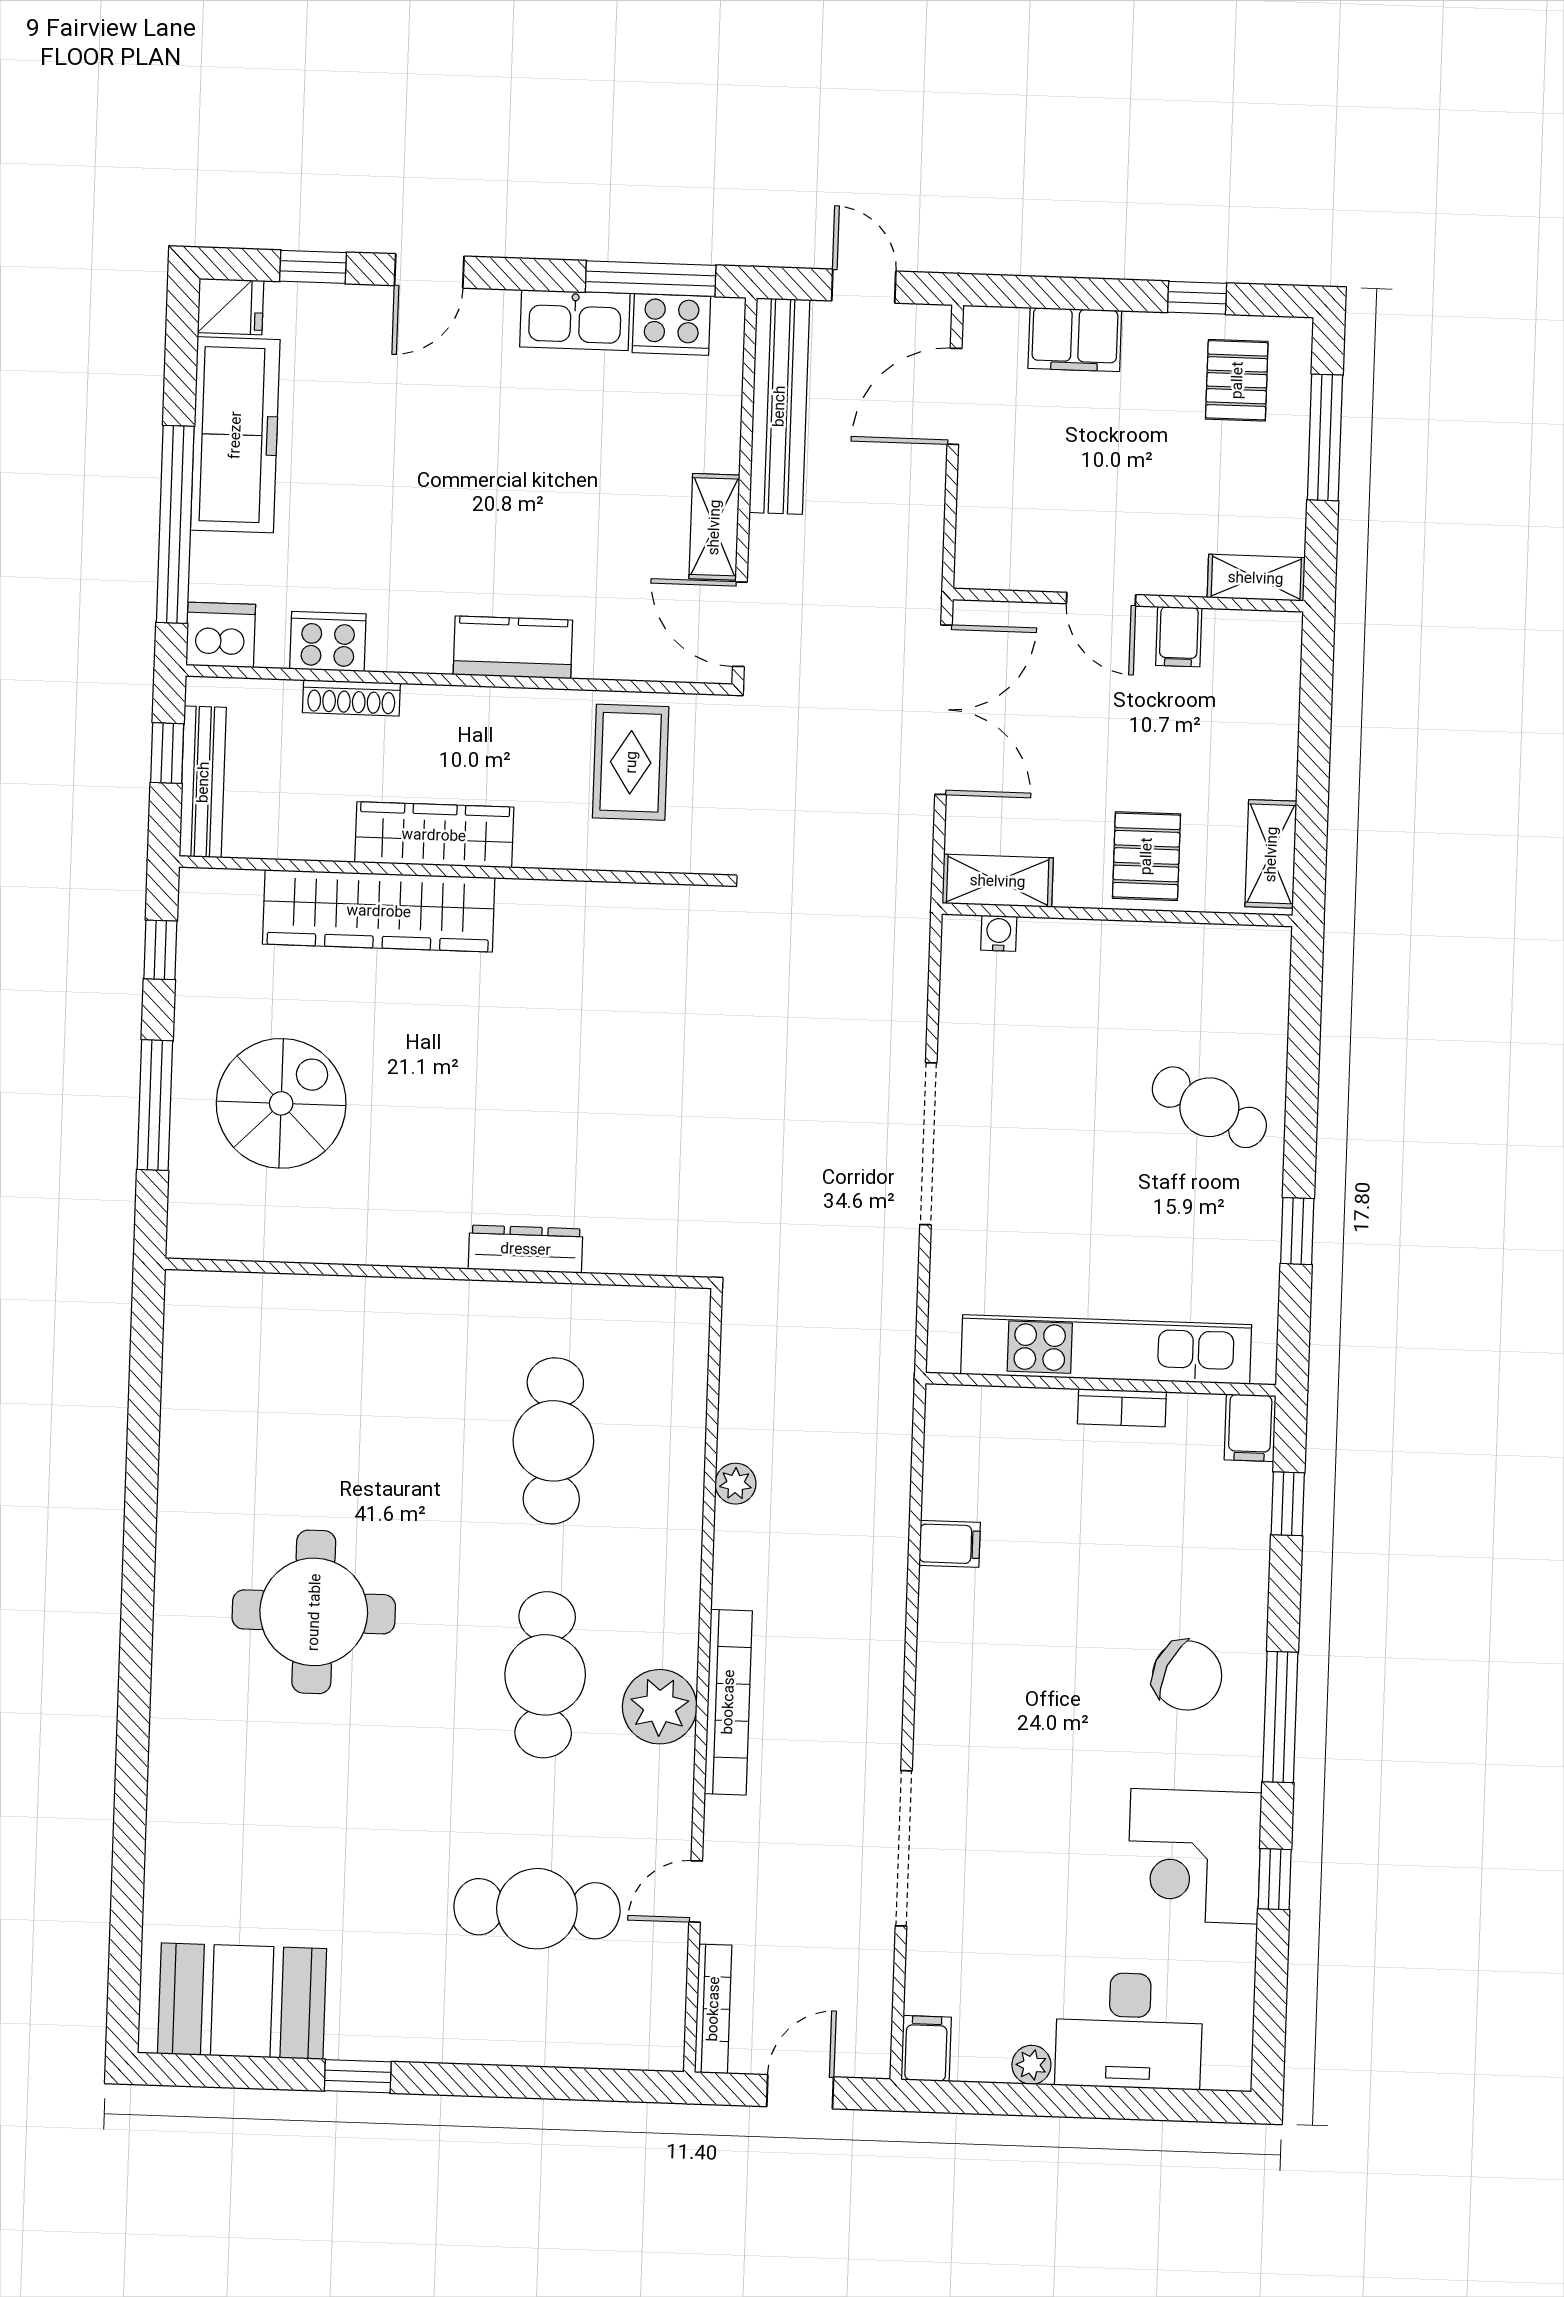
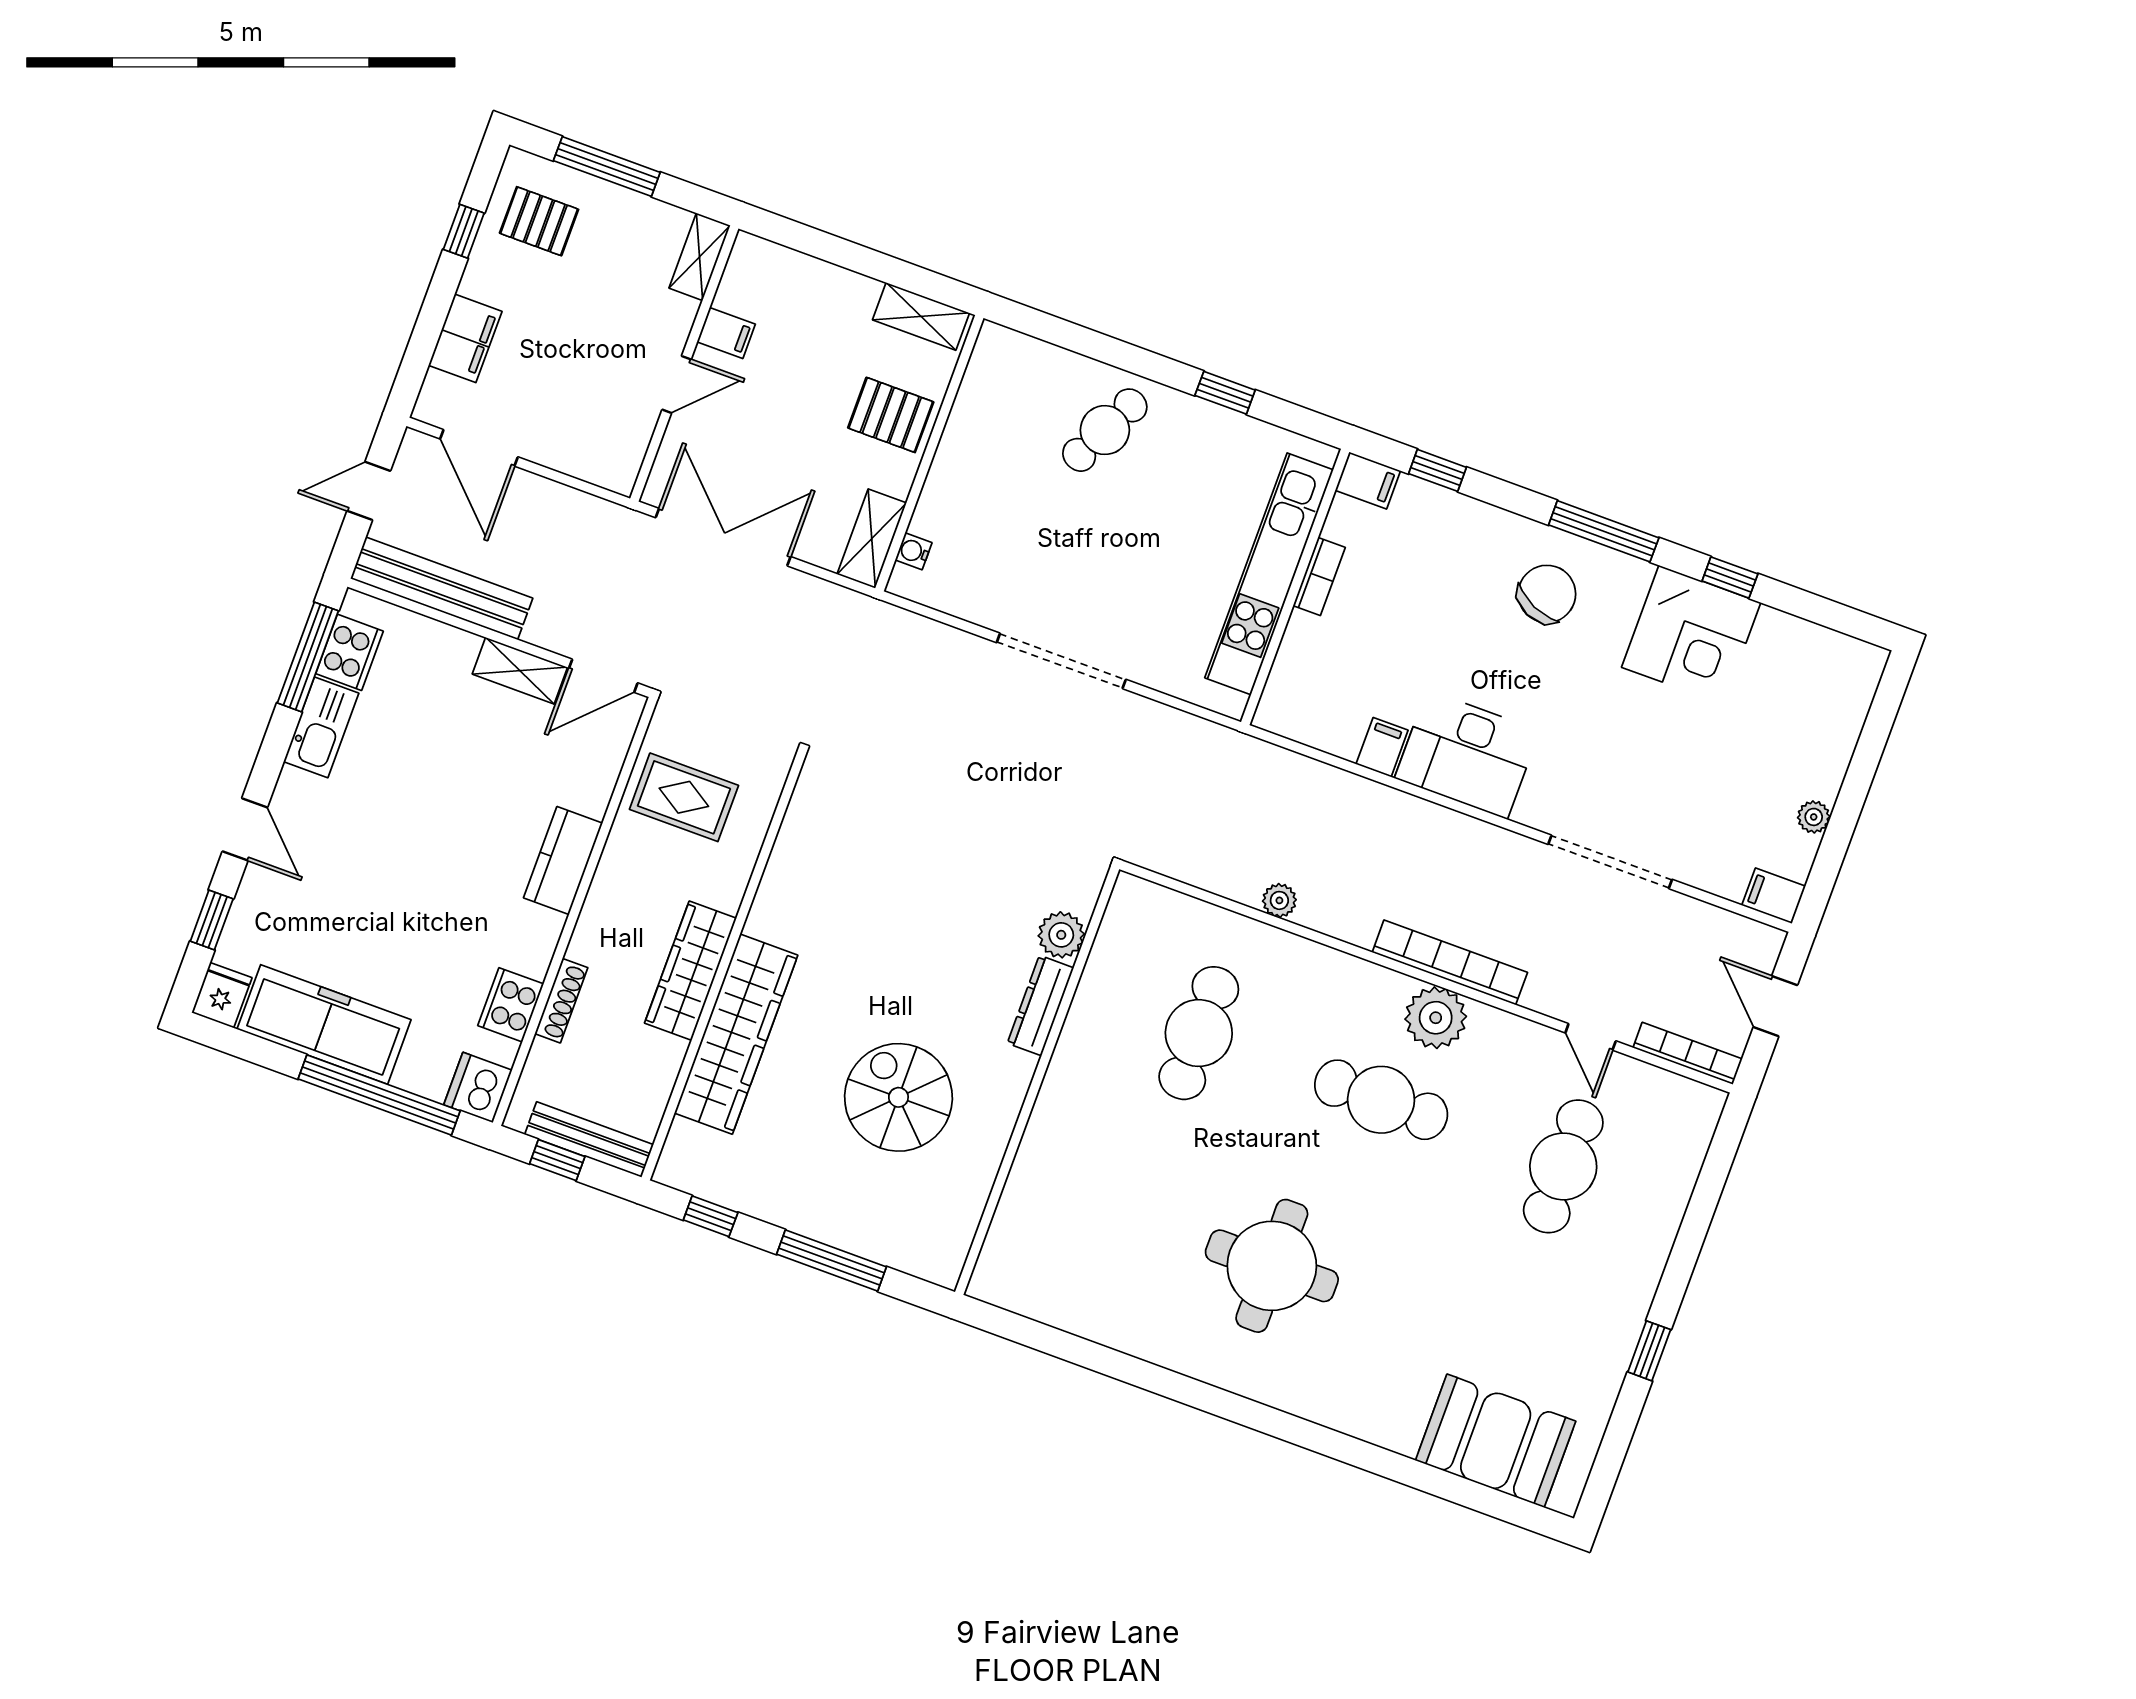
spiral stairs: (281, 1103) -> (898, 1097), moved
plant: (614, 1246) -> (1061, 935), added
cafe table: (553, 1441) -> (1199, 1033), turned 90
booth: (242, 2001) -> (1496, 1441), moved, turned 90
desk: (1129, 2031) -> (1467, 754), moved, turned 90

